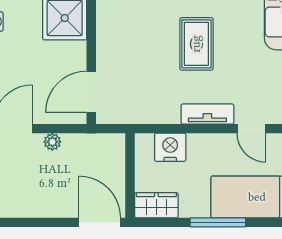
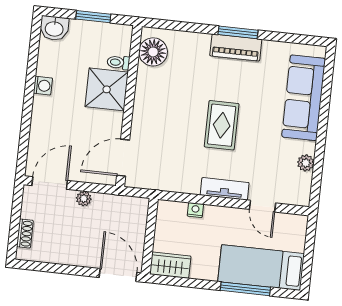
nightstand: (170, 147) -> (195, 210), width x0.53, depth x0.56
window: (218, 222) -> (245, 289), moved

